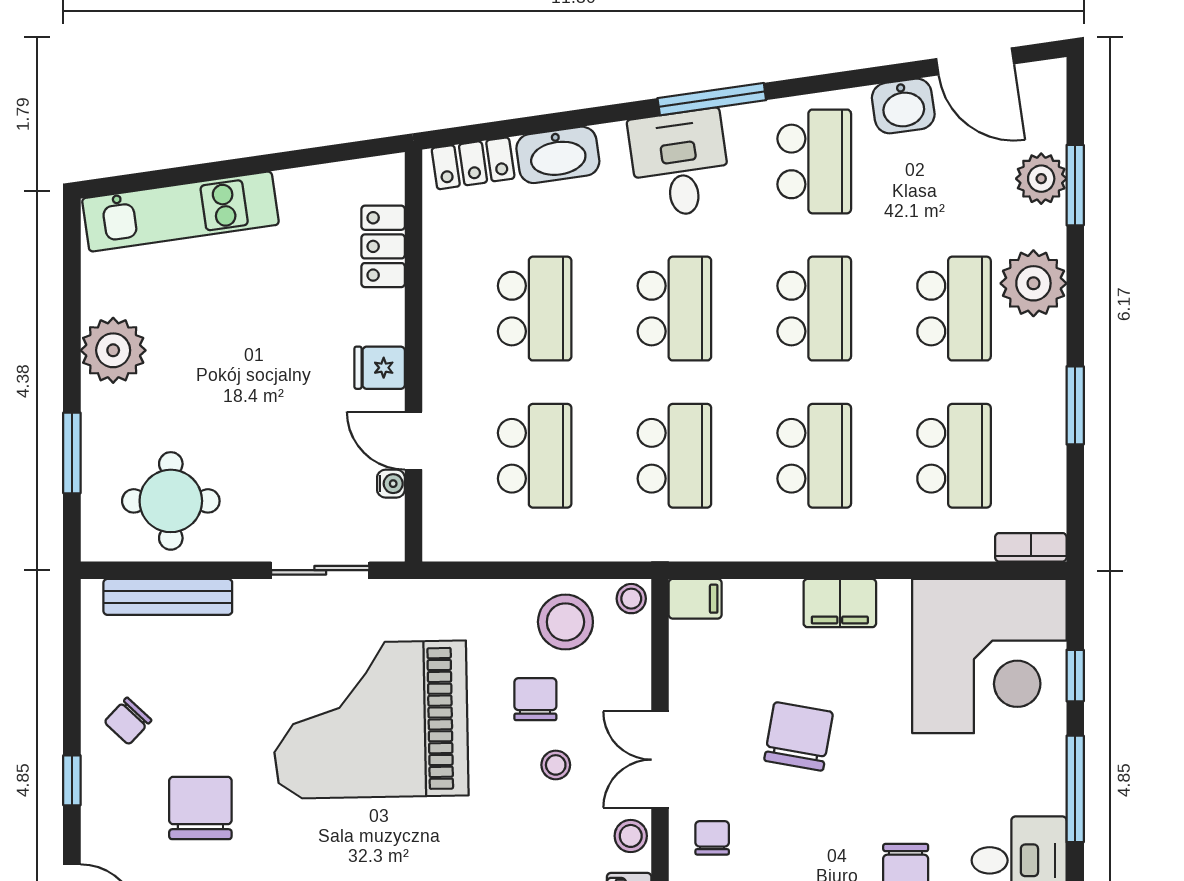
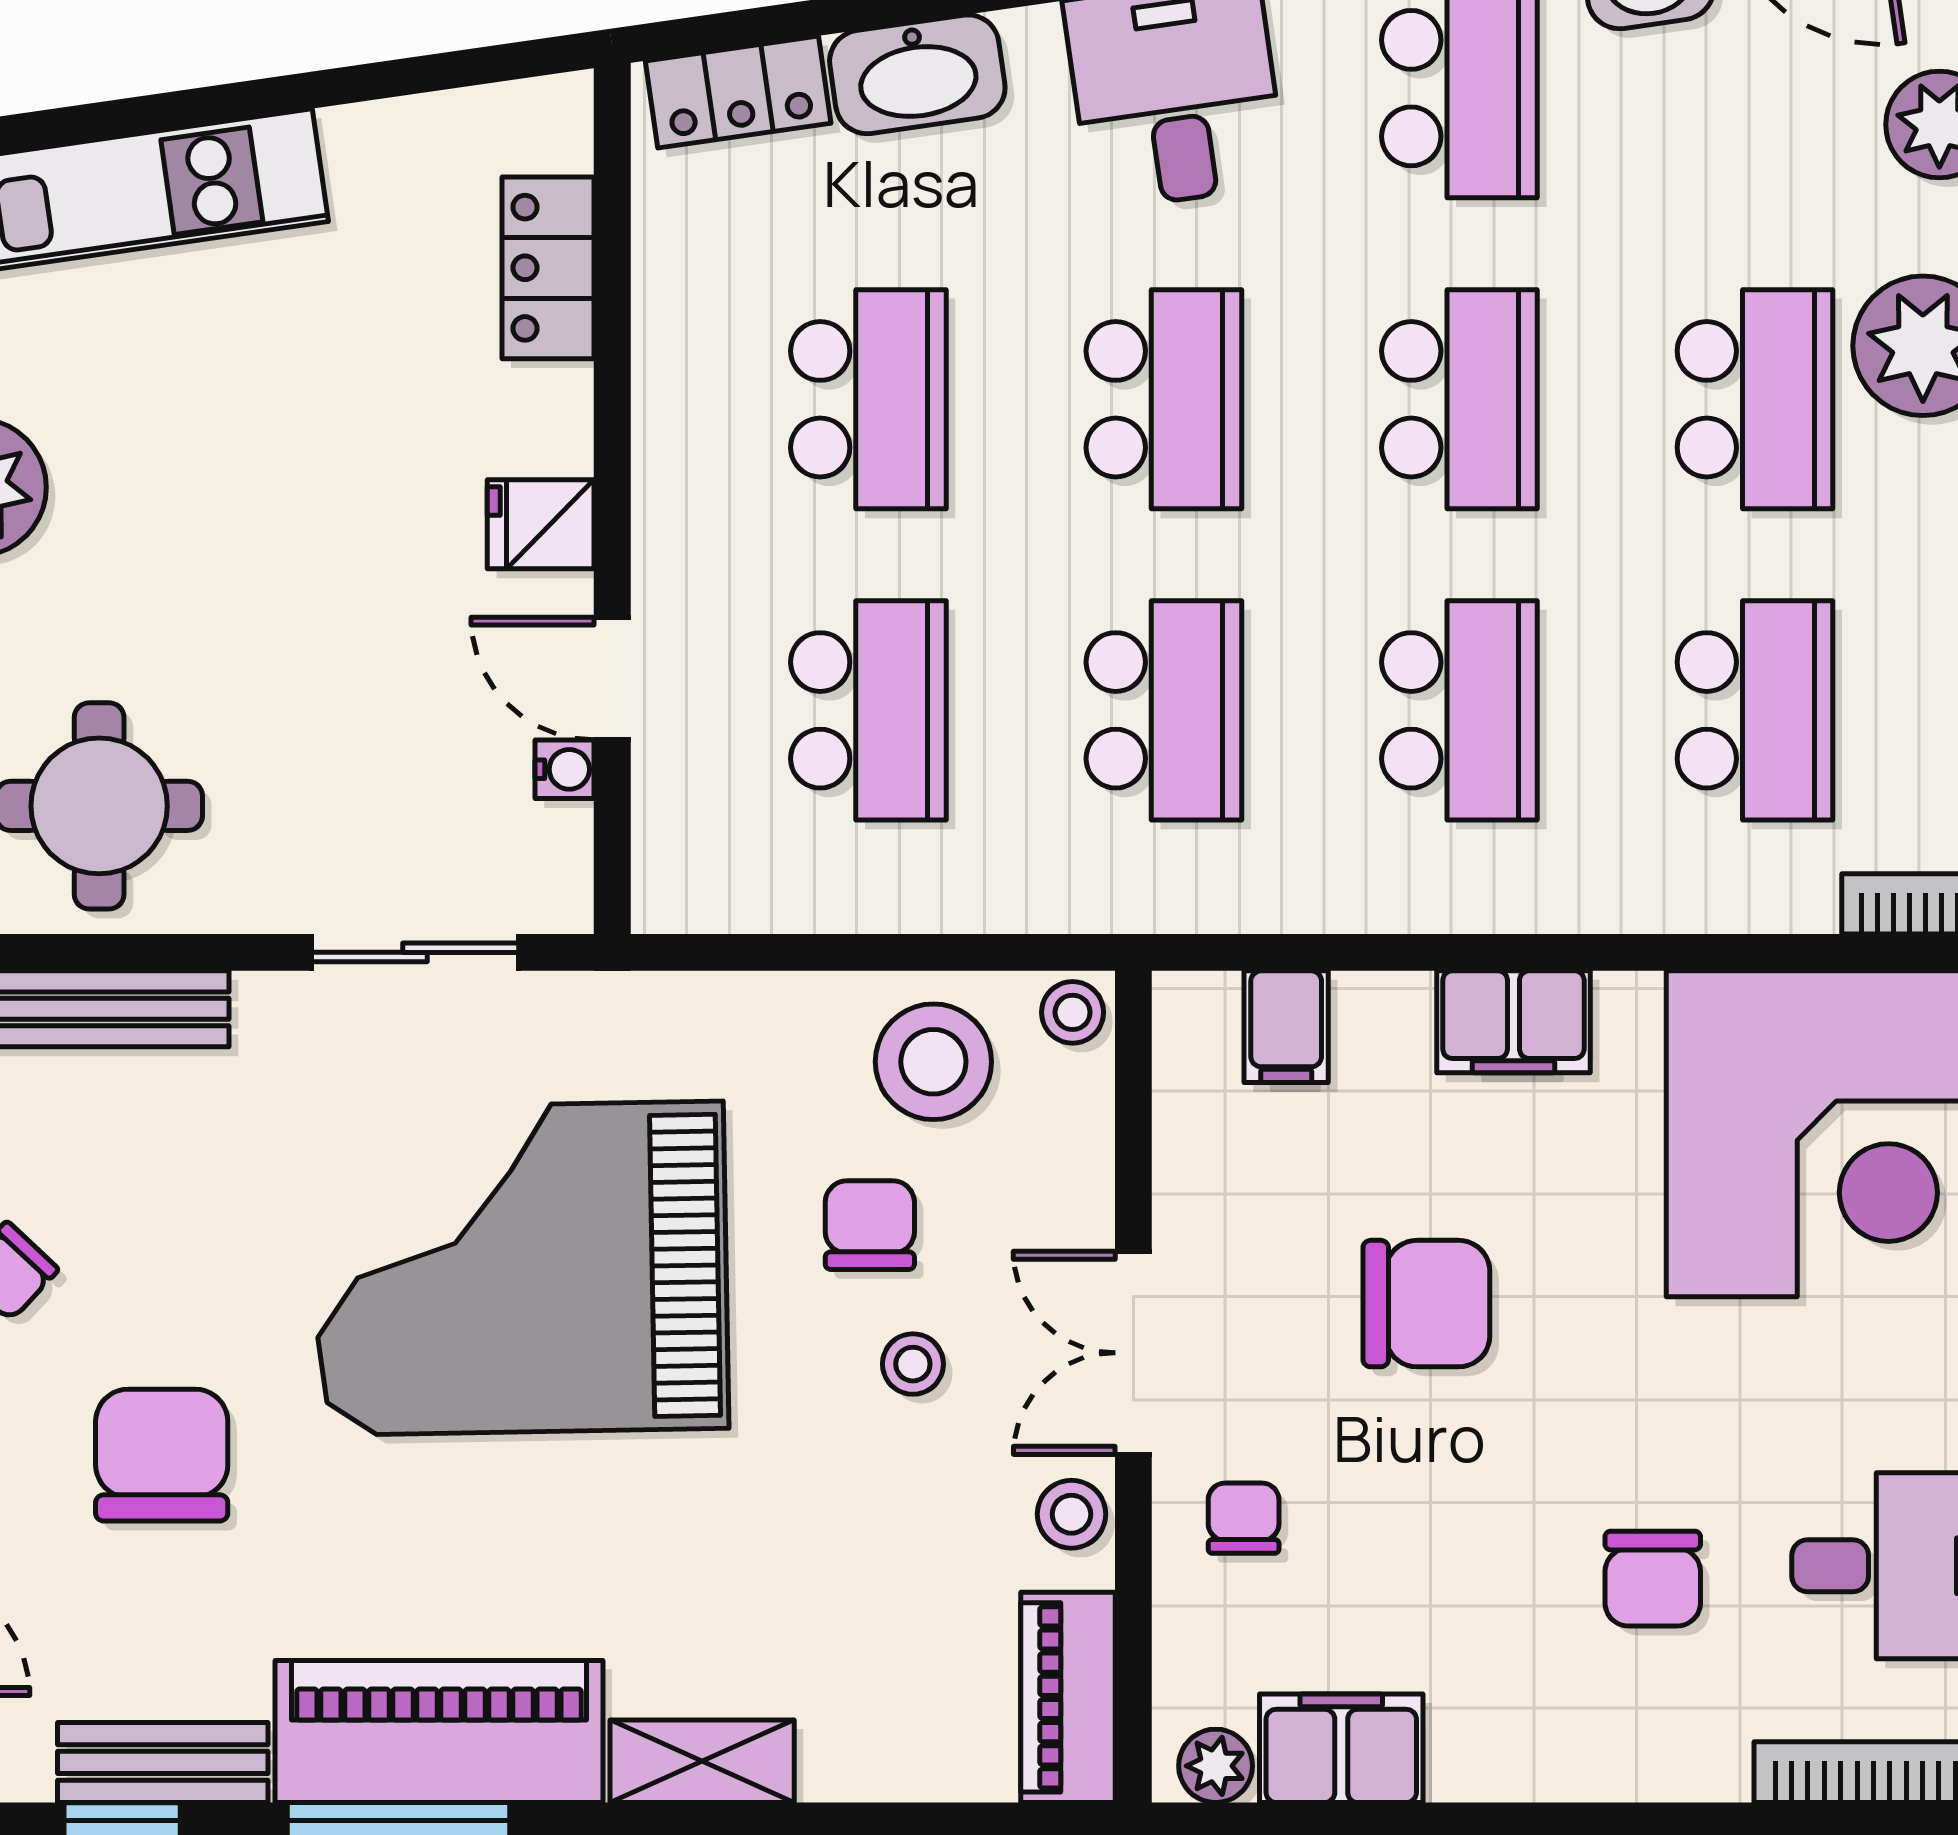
filing cabinet: (695, 599) -> (1286, 1027), moved, turned 90
chair: (799, 736) -> (1426, 1304), turned 80

